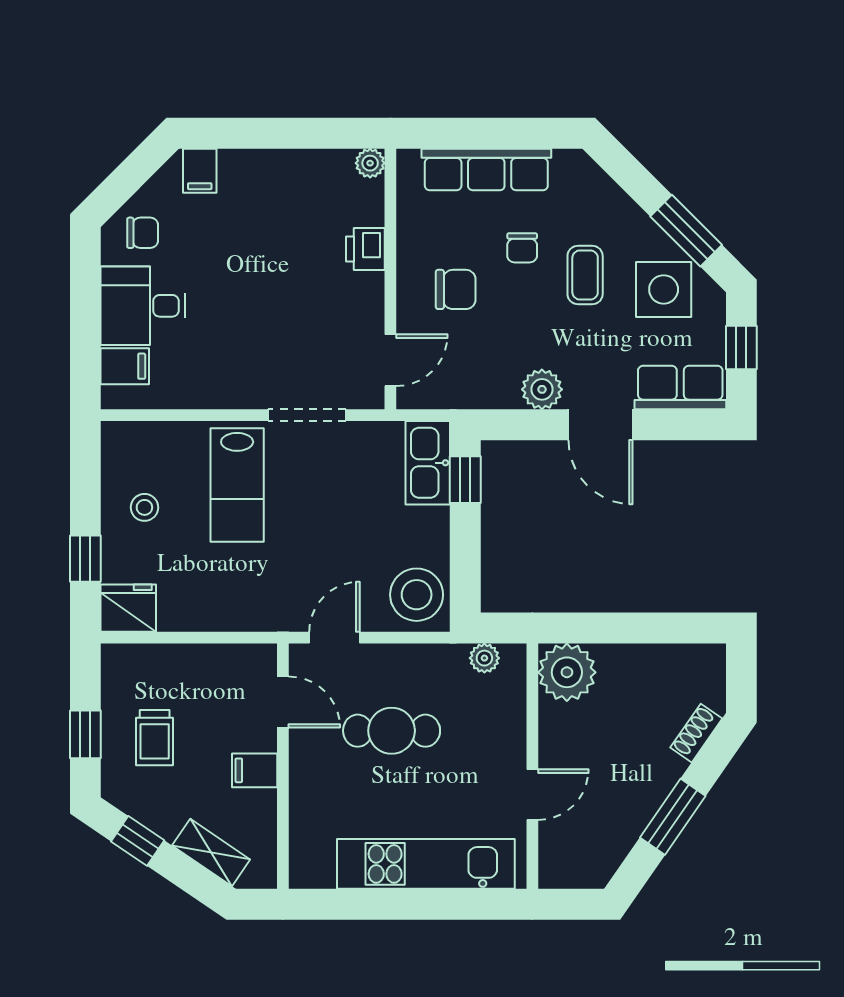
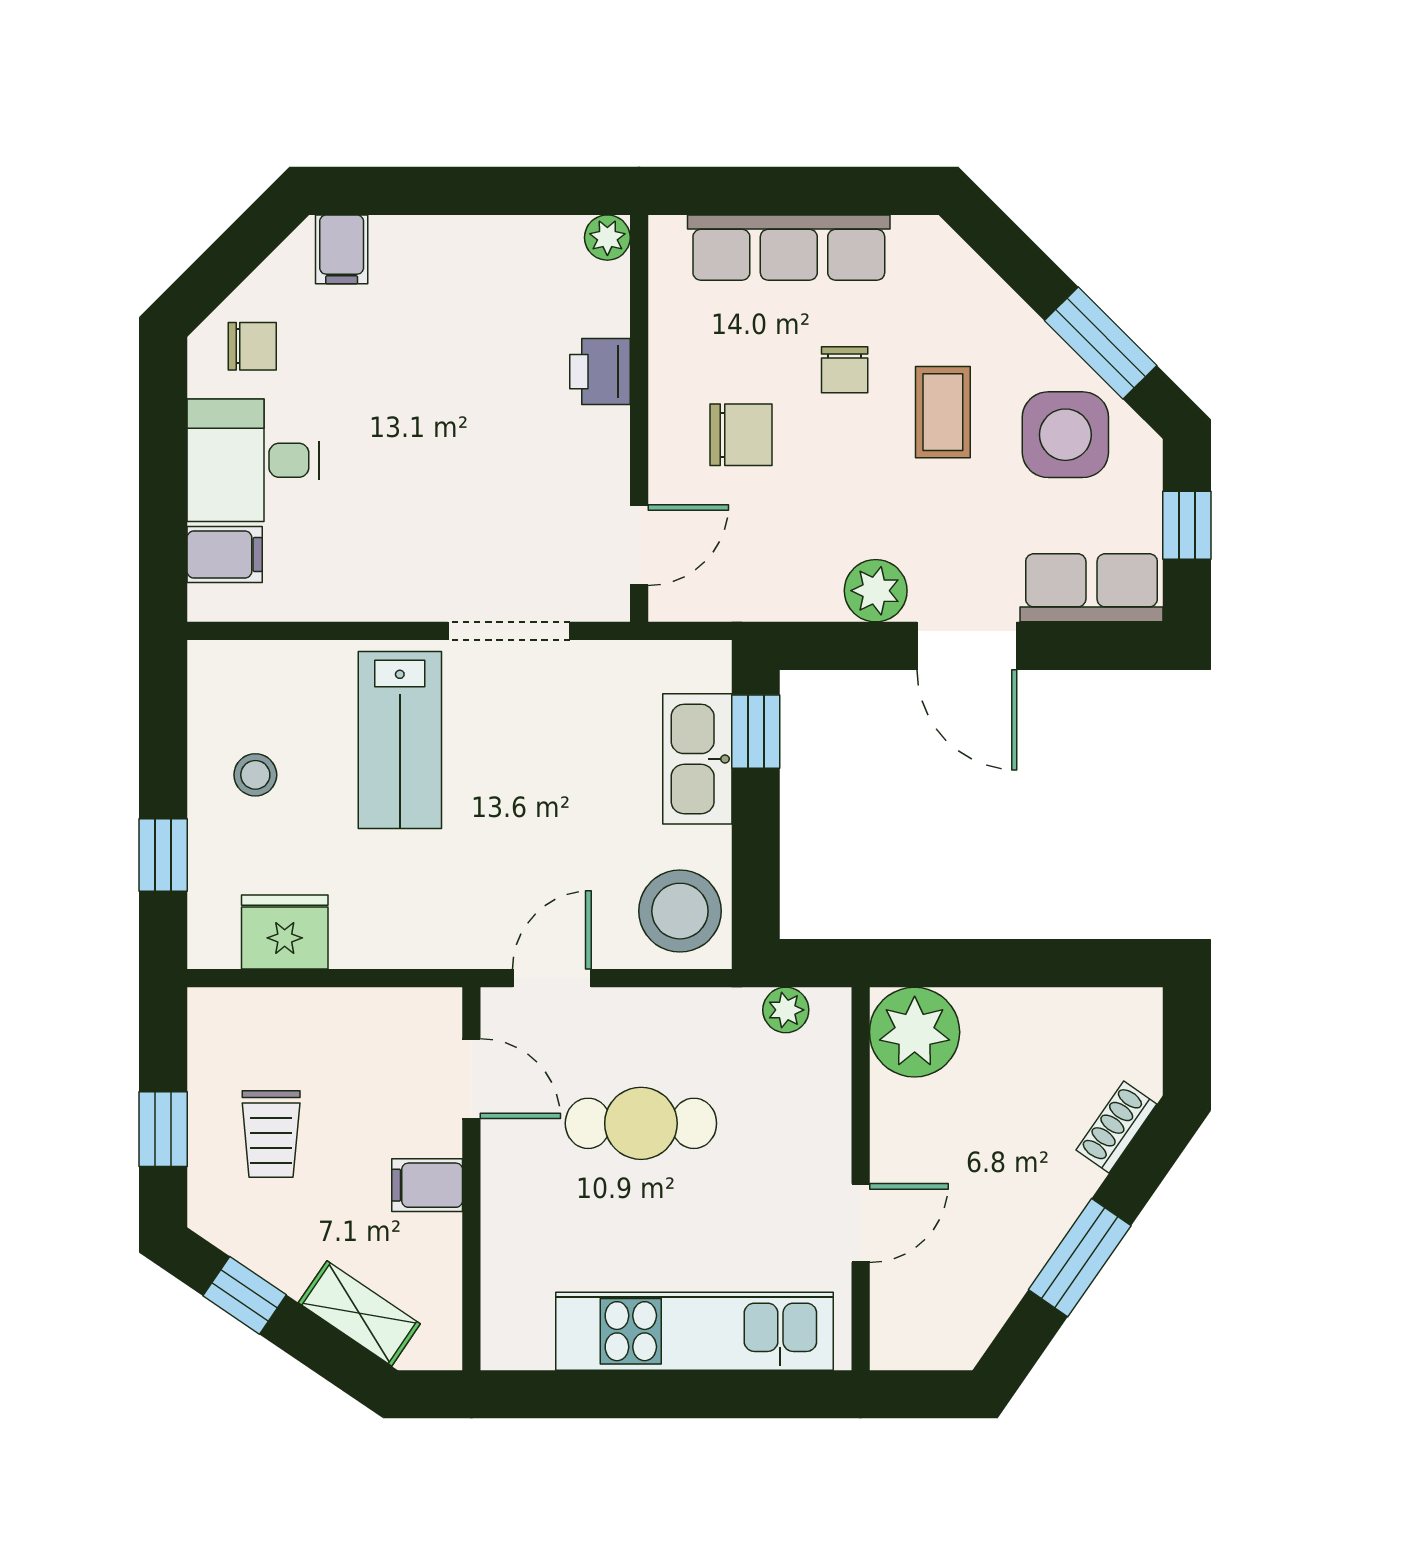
kitchen sink: (428, 463) -> (697, 759), moved
fridge: (128, 608) -> (285, 932), moved

